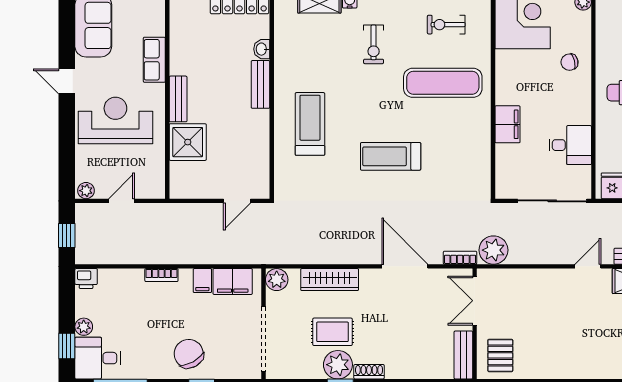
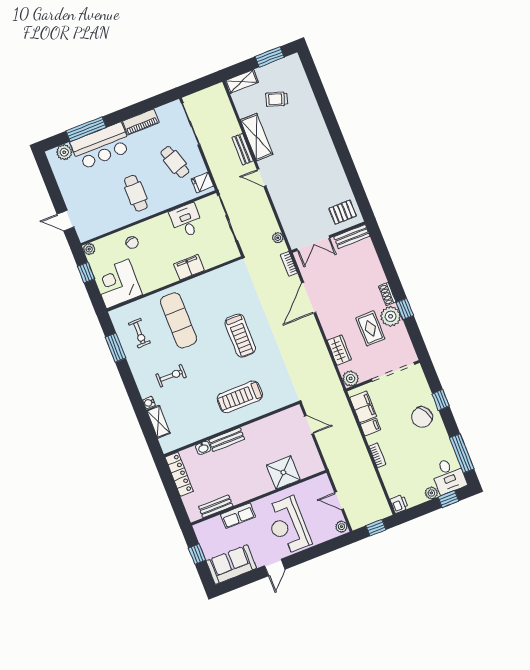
bench: (178, 99) -> (216, 506), moved
plant: (493, 250) -> (278, 238), width x0.53, depth x0.53
wardrobe: (330, 280) -> (339, 350), width x0.67

